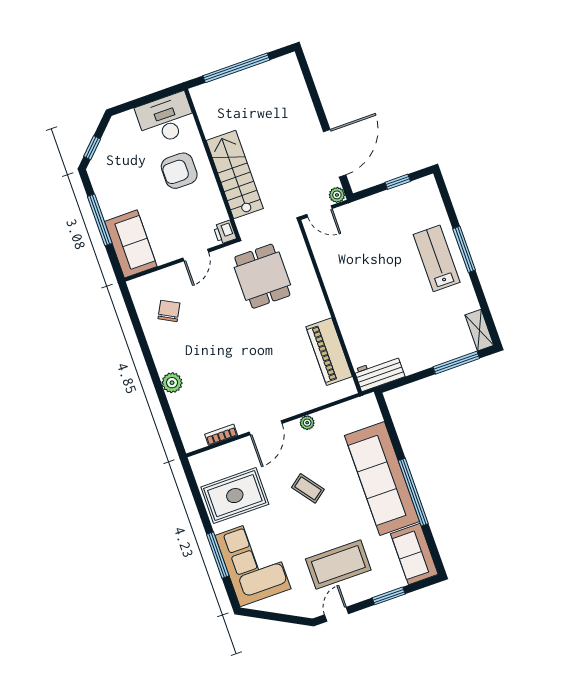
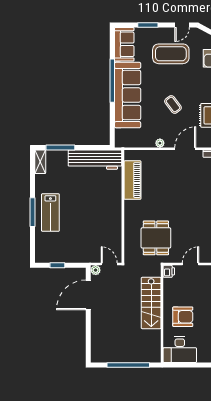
workbench: (379, 373) -> (95, 160), width x1.88, depth x1.32

